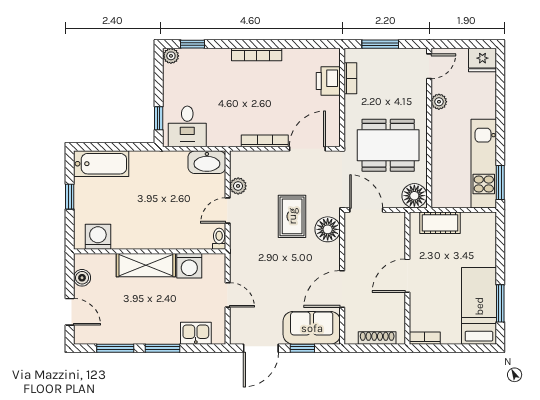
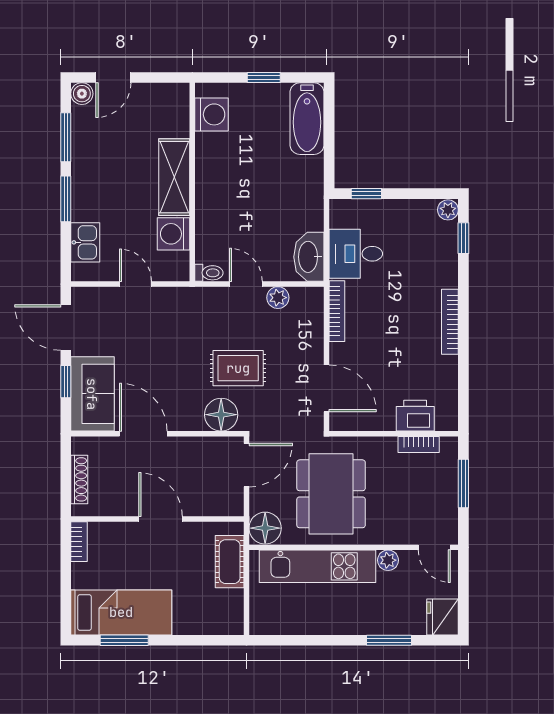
desk: (187, 126) -> (356, 254), moved
bookcase: (265, 141) -> (337, 311), moved
kitchen unit: (484, 164) -> (318, 566), moved, turned 180
window: (500, 183) -> (389, 640), moved
boiler: (82, 278) -> (82, 94), moved
door: (228, 295) -> (136, 284), swing flipped

